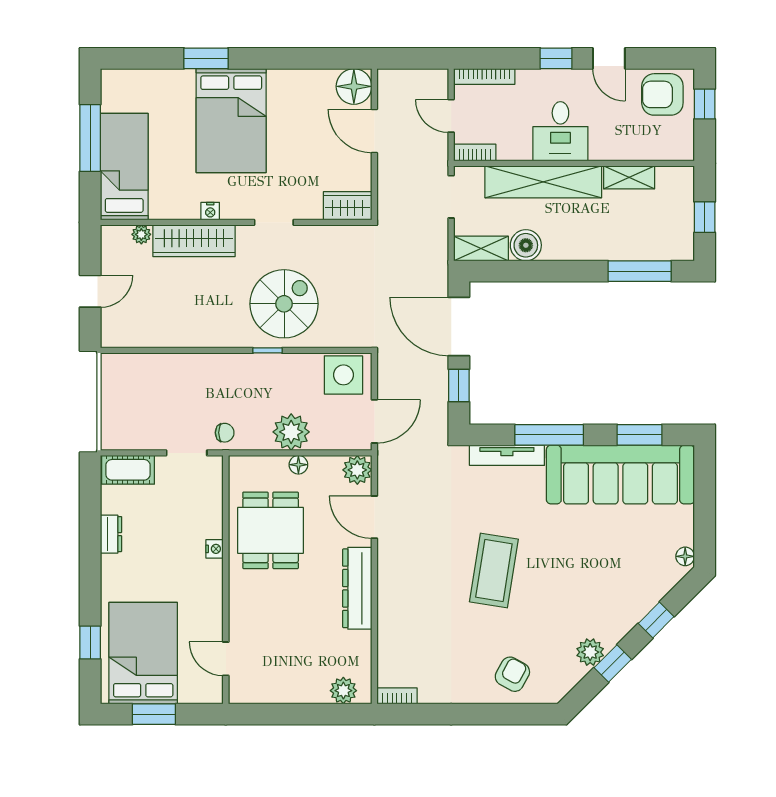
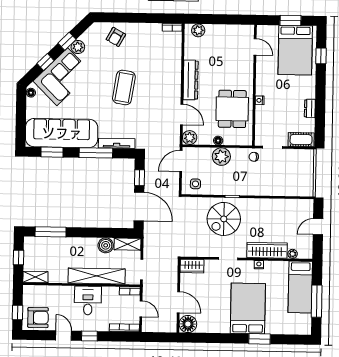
shelving: (629, 177) -> (35, 277), moved
side table: (343, 375) -> (195, 184), width x0.54, depth x0.54
corner sofa: (621, 590) -> (62, 77), added

